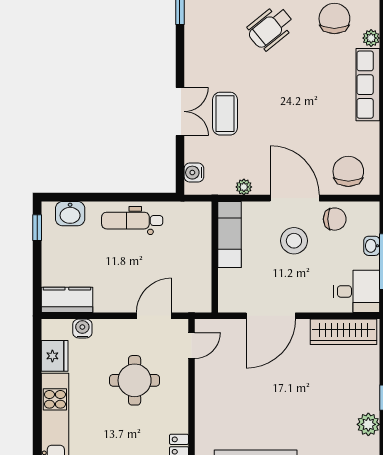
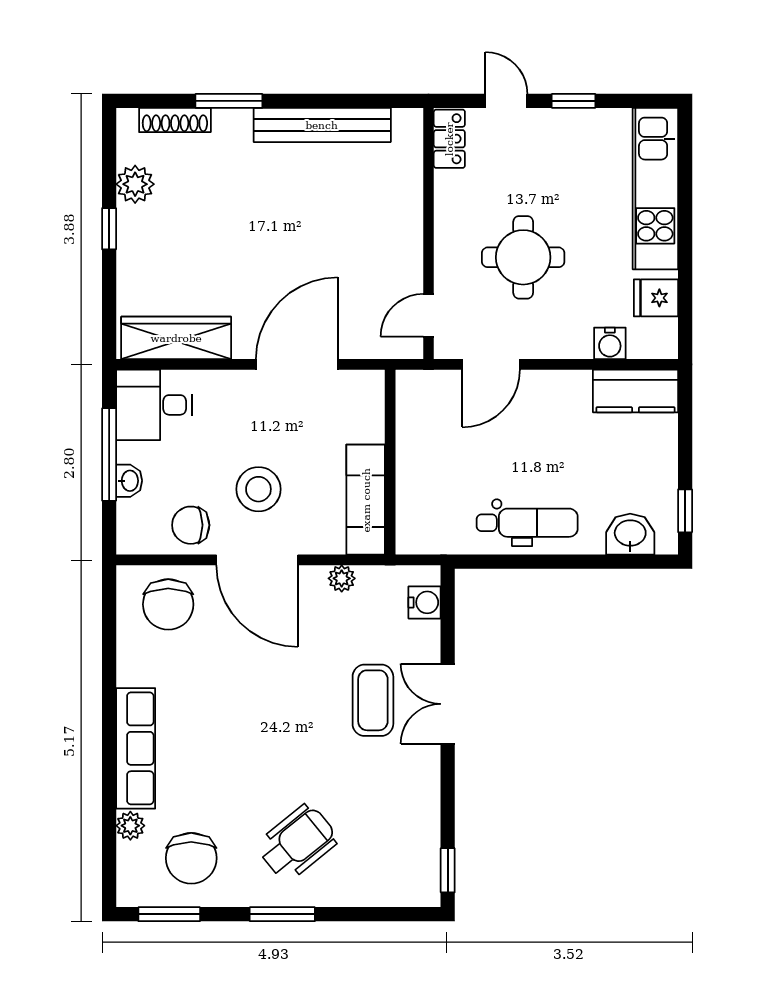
fridge: (55, 356) -> (656, 298), width x0.72

